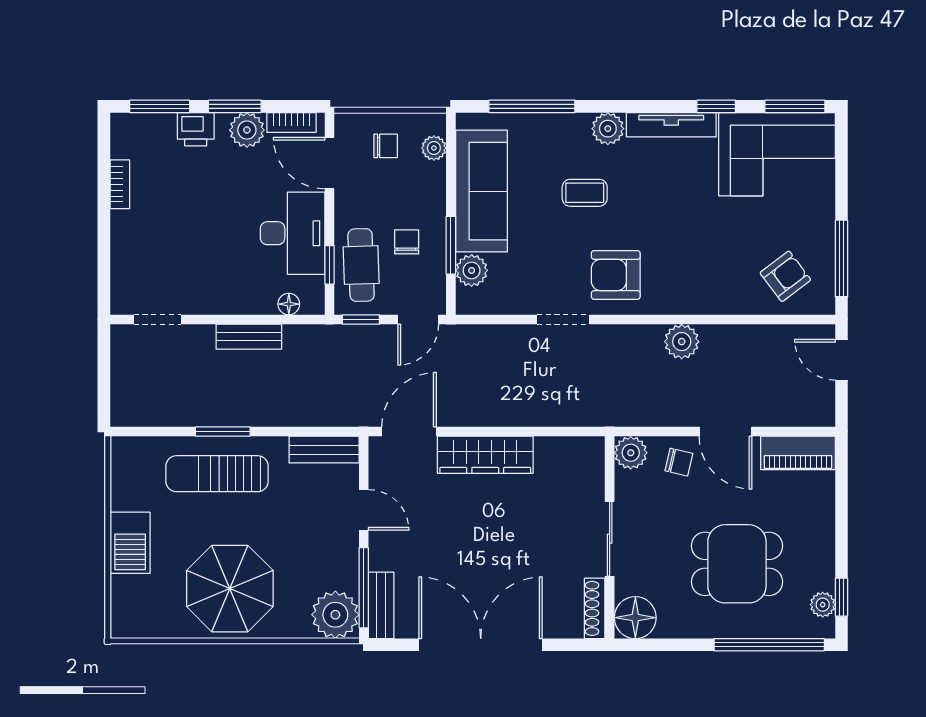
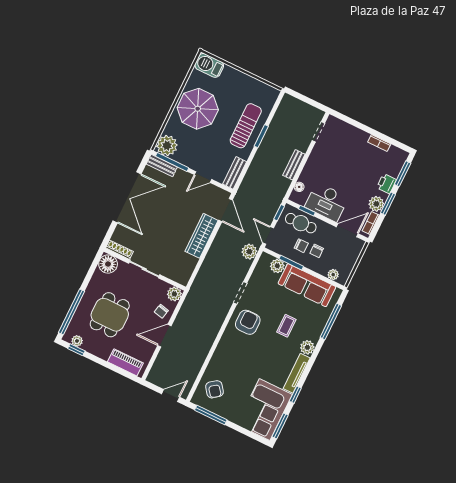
chair: (386, 146) -> (317, 251), moved
plant: (682, 342) -> (249, 252), moved
piano: (798, 453) -> (125, 362), moved, turned 90
barbecue: (130, 543) -> (209, 65), moved

